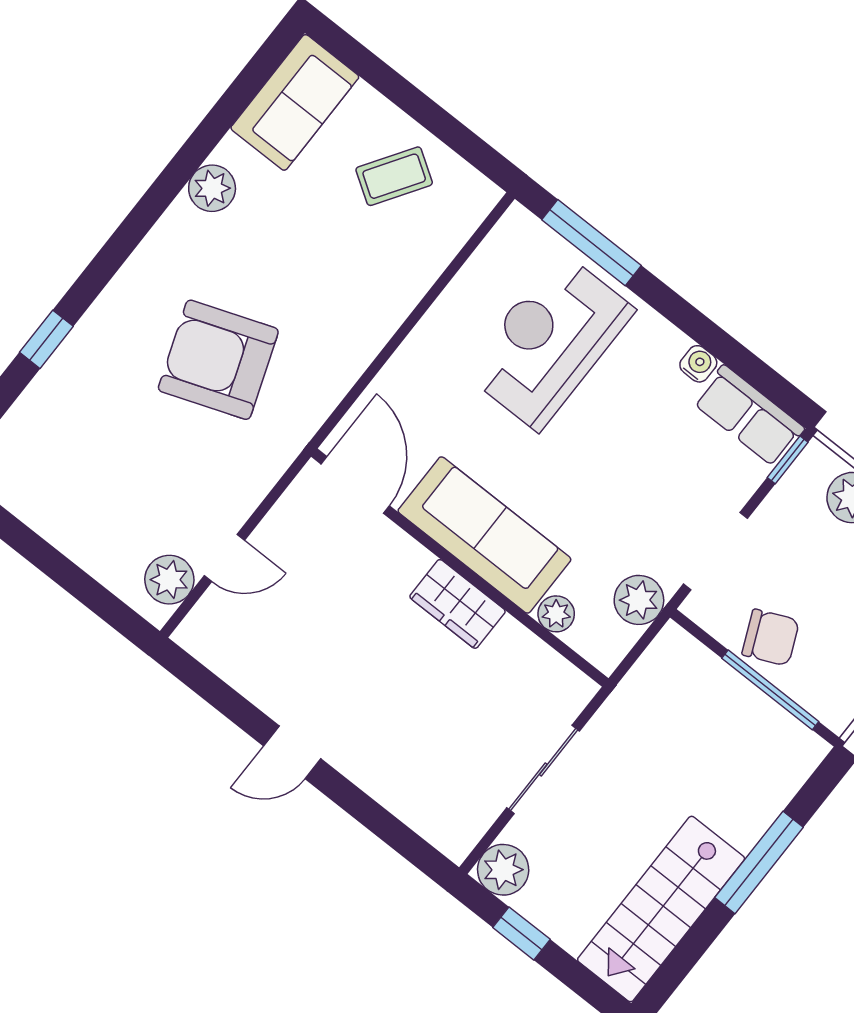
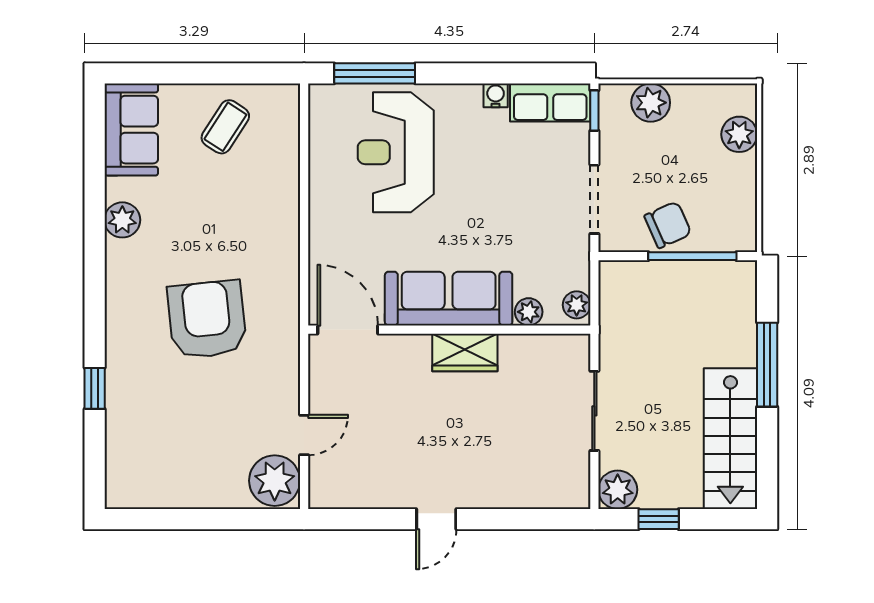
armchair: (218, 360) -> (207, 319), turned 104
plant: (169, 580) -> (275, 481), width x1.36, depth x1.36
plant: (639, 600) -> (577, 305), moved, width x0.73, depth x0.73

